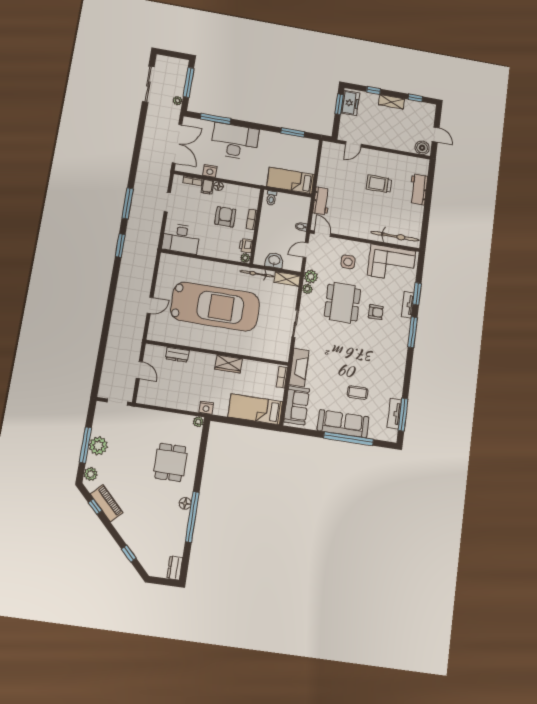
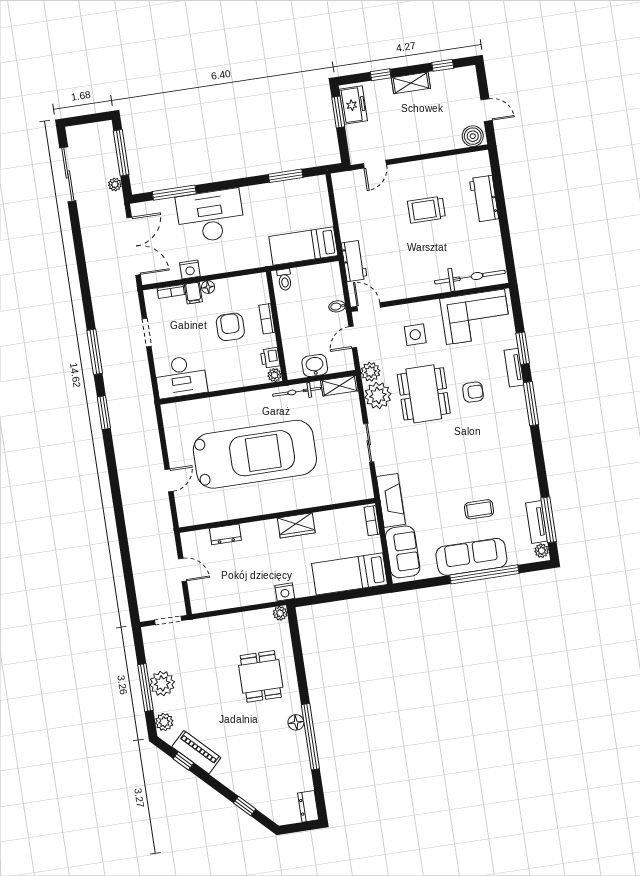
plant: (307, 289) -> (378, 396), width x1.87, depth x1.87
plant: (392, 435) -> (542, 551), added

